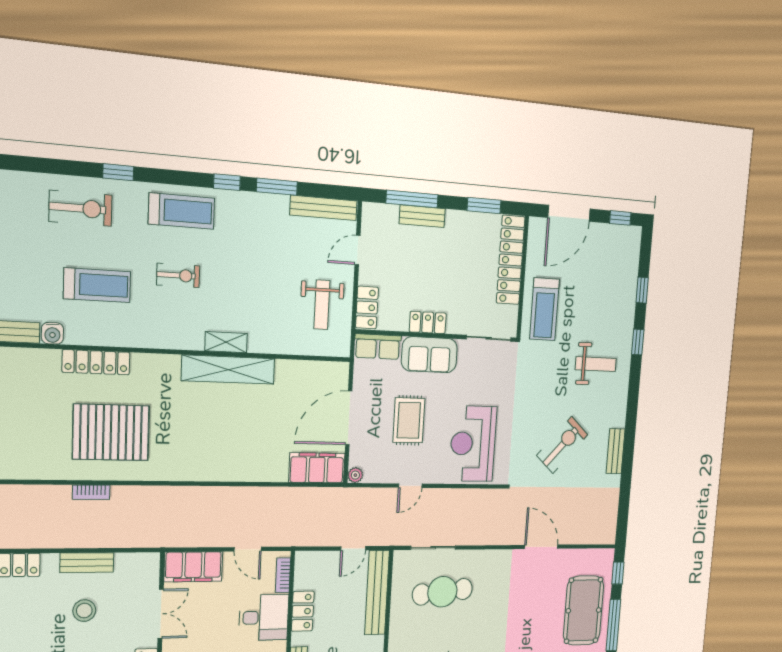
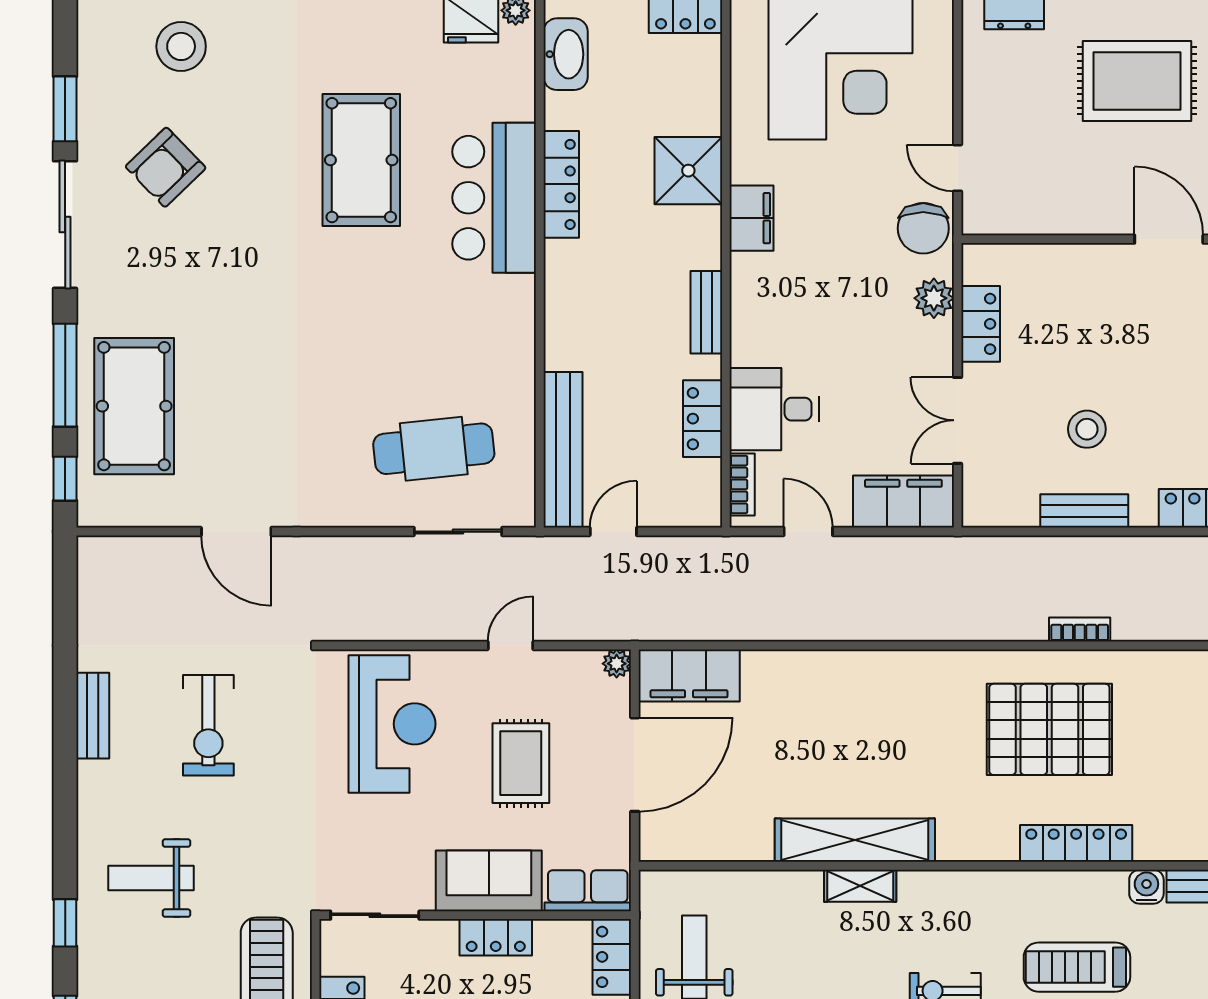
exercise bike: (562, 445) -> (208, 725), turned -42

